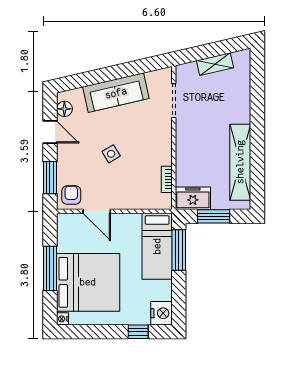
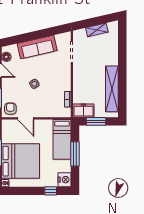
window: (179, 250) -> (75, 154), moved

